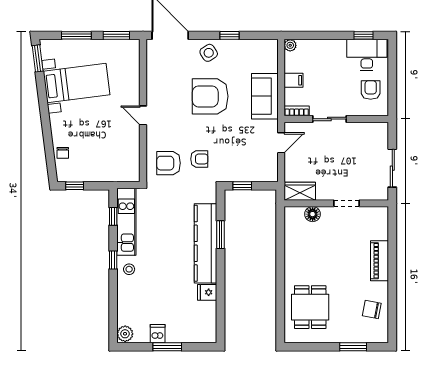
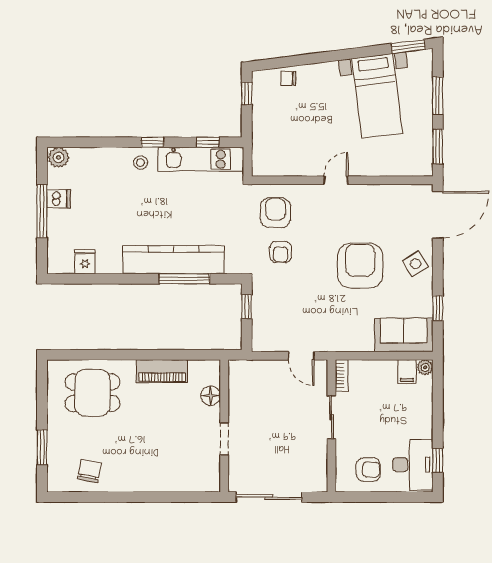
window: (230, 35) -> (438, 308), moved
filing cabinet: (294, 80) -> (407, 372), moved
sofa: (265, 96) -> (404, 335), moved
sliding door: (392, 168) -> (269, 497), width x1.37
wardrobe: (300, 191) -> (240, 379), removed
window: (220, 235) -> (185, 279), width x1.44
piano: (379, 261) -> (162, 371), moved, turned 180
fridge: (207, 292) -> (85, 262), moved
window: (167, 347) -> (42, 211), width x1.44

